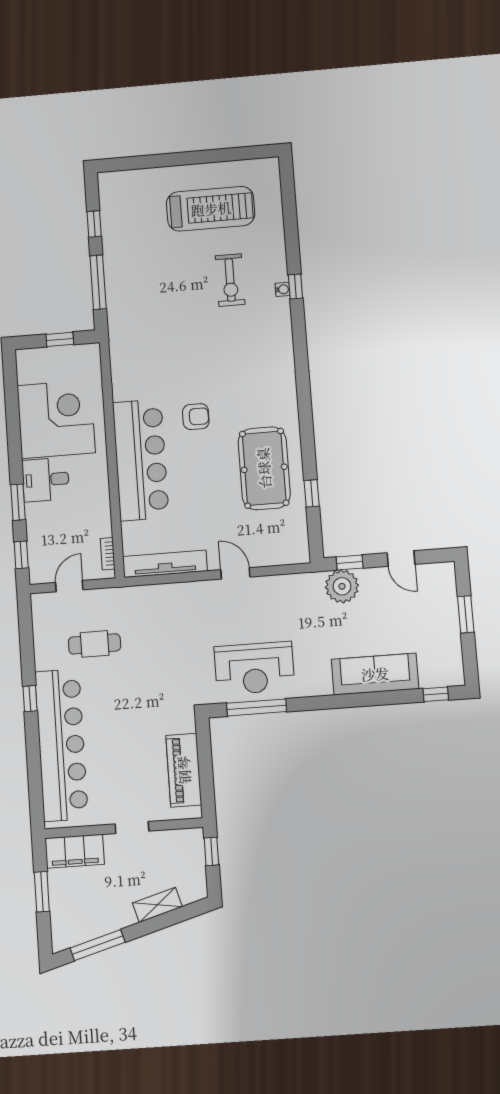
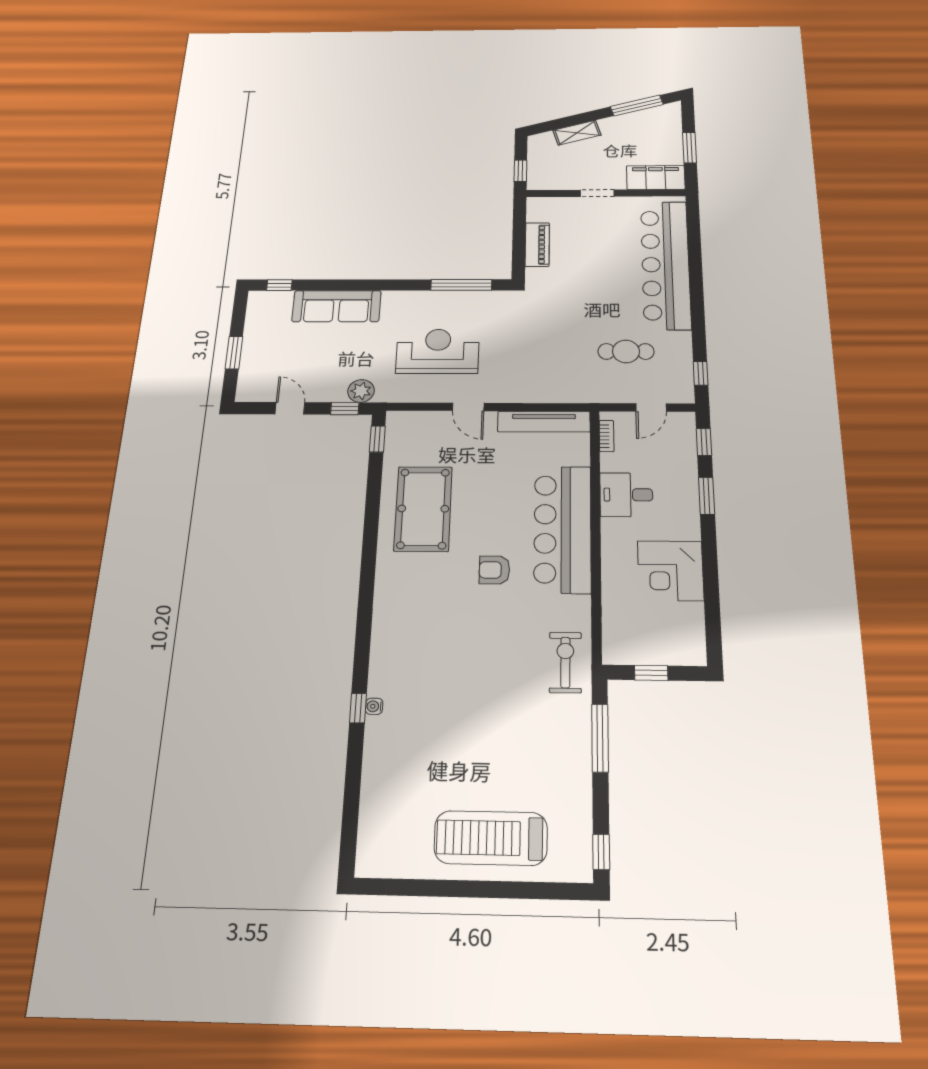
treadmill: (211, 209) -> (491, 838), moved
window: (94, 224) -> (601, 852), moved
exercise bike: (230, 280) -> (565, 662), moved
corner desk: (56, 419) -> (671, 571), width x0.74, depth x0.74
desk: (46, 480) -> (626, 495), moved, turned 180
window: (312, 493) -> (377, 439), moved
plant: (342, 586) -> (361, 391), width x0.73, depth x0.73
reception desk: (254, 668) -> (438, 351), moved
window: (30, 699) -> (701, 373), moved
piano: (184, 770) -> (537, 245), width x0.73, depth x0.75

